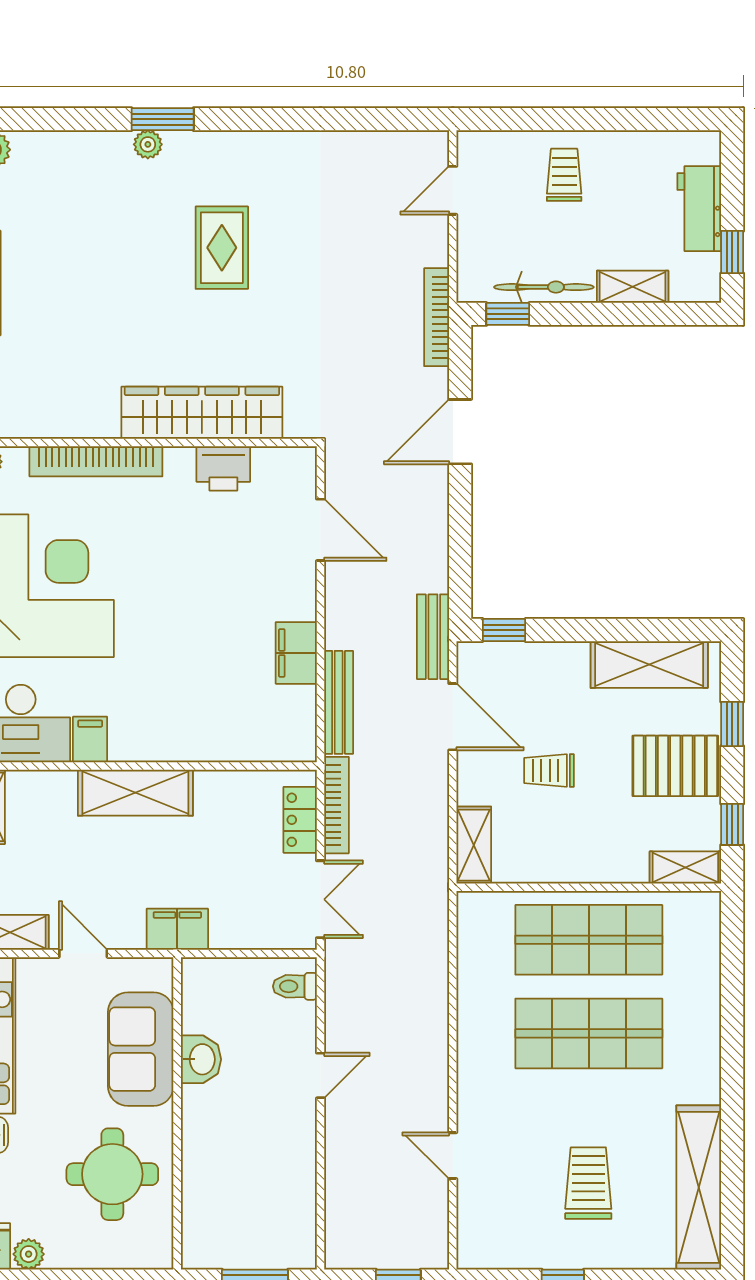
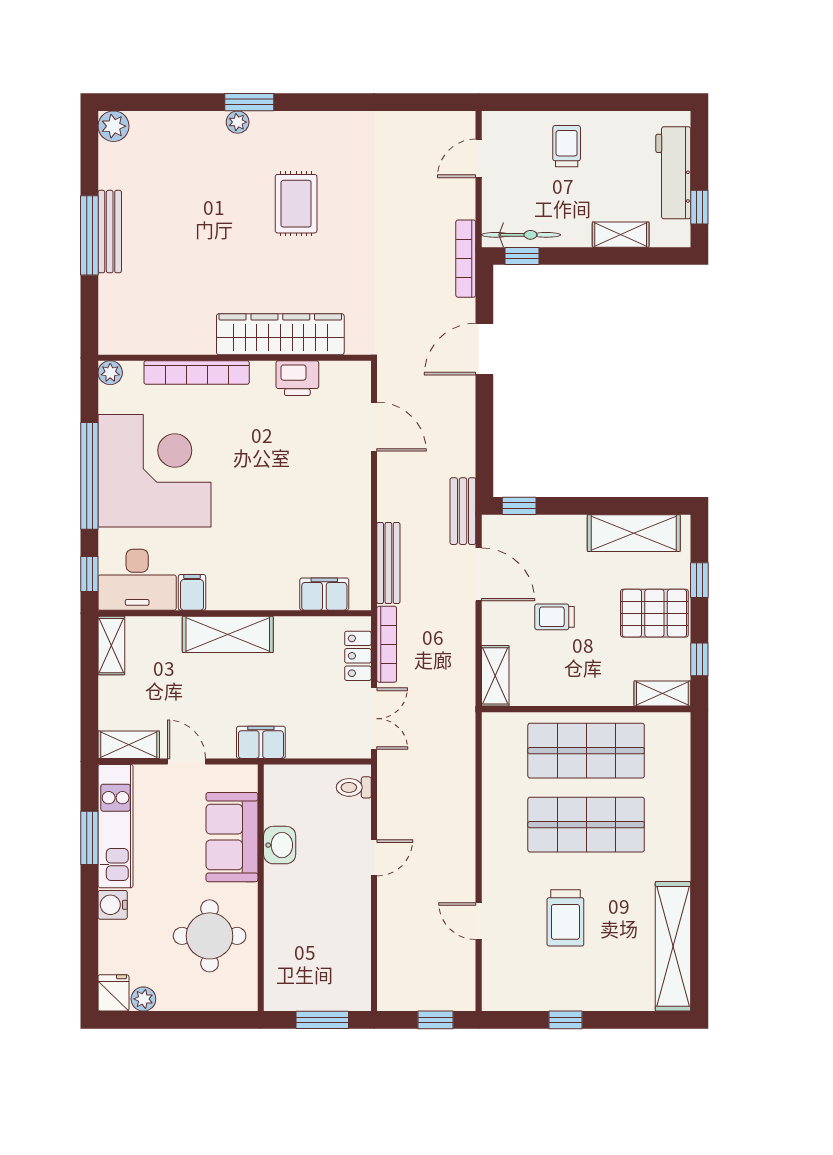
workbench: (699, 209) -> (673, 173), width x1.37
bicycle: (544, 287) -> (521, 235), moved
filing cabinet: (296, 653) -> (324, 594), moved, turned 90
trolley: (588, 1183) -> (565, 918), moved, turned 180

